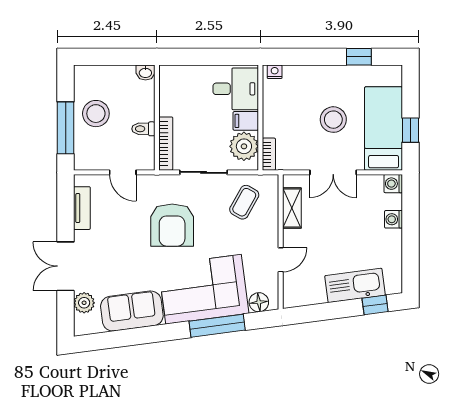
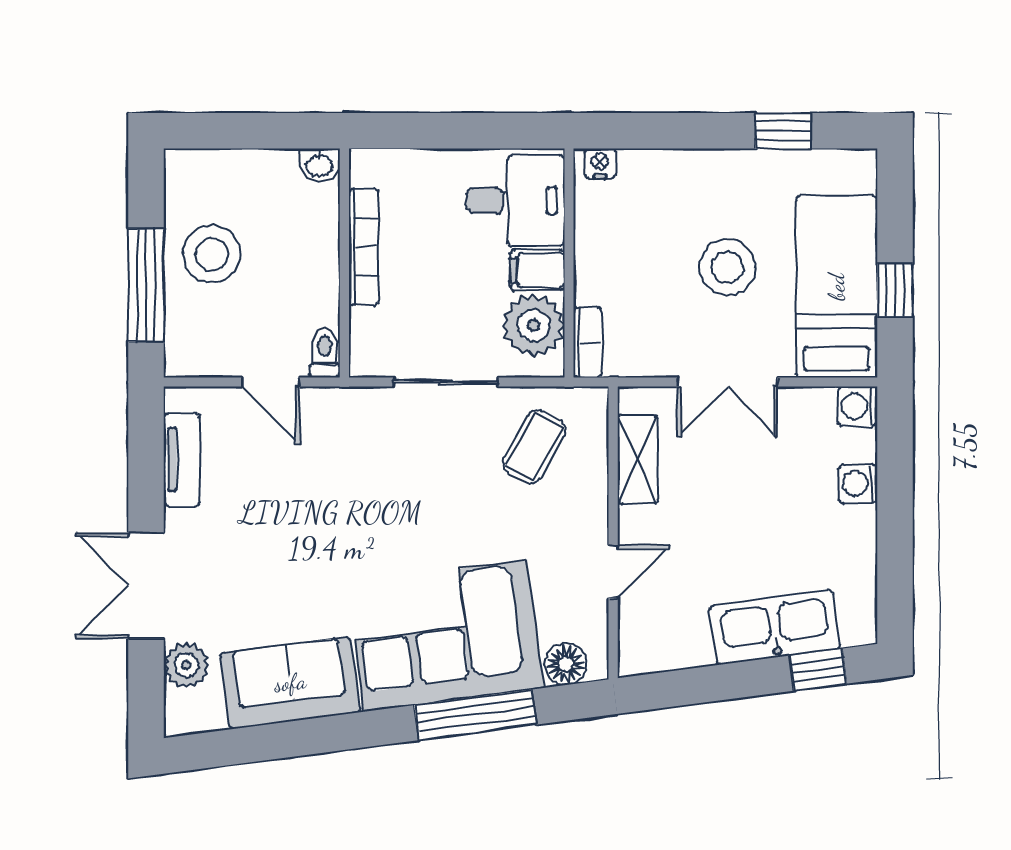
toilet: (143, 129) -> (325, 353), moved, turned 90
bookcase: (166, 144) -> (364, 247), moved
armchair: (172, 225) -> (377, 496), removed

